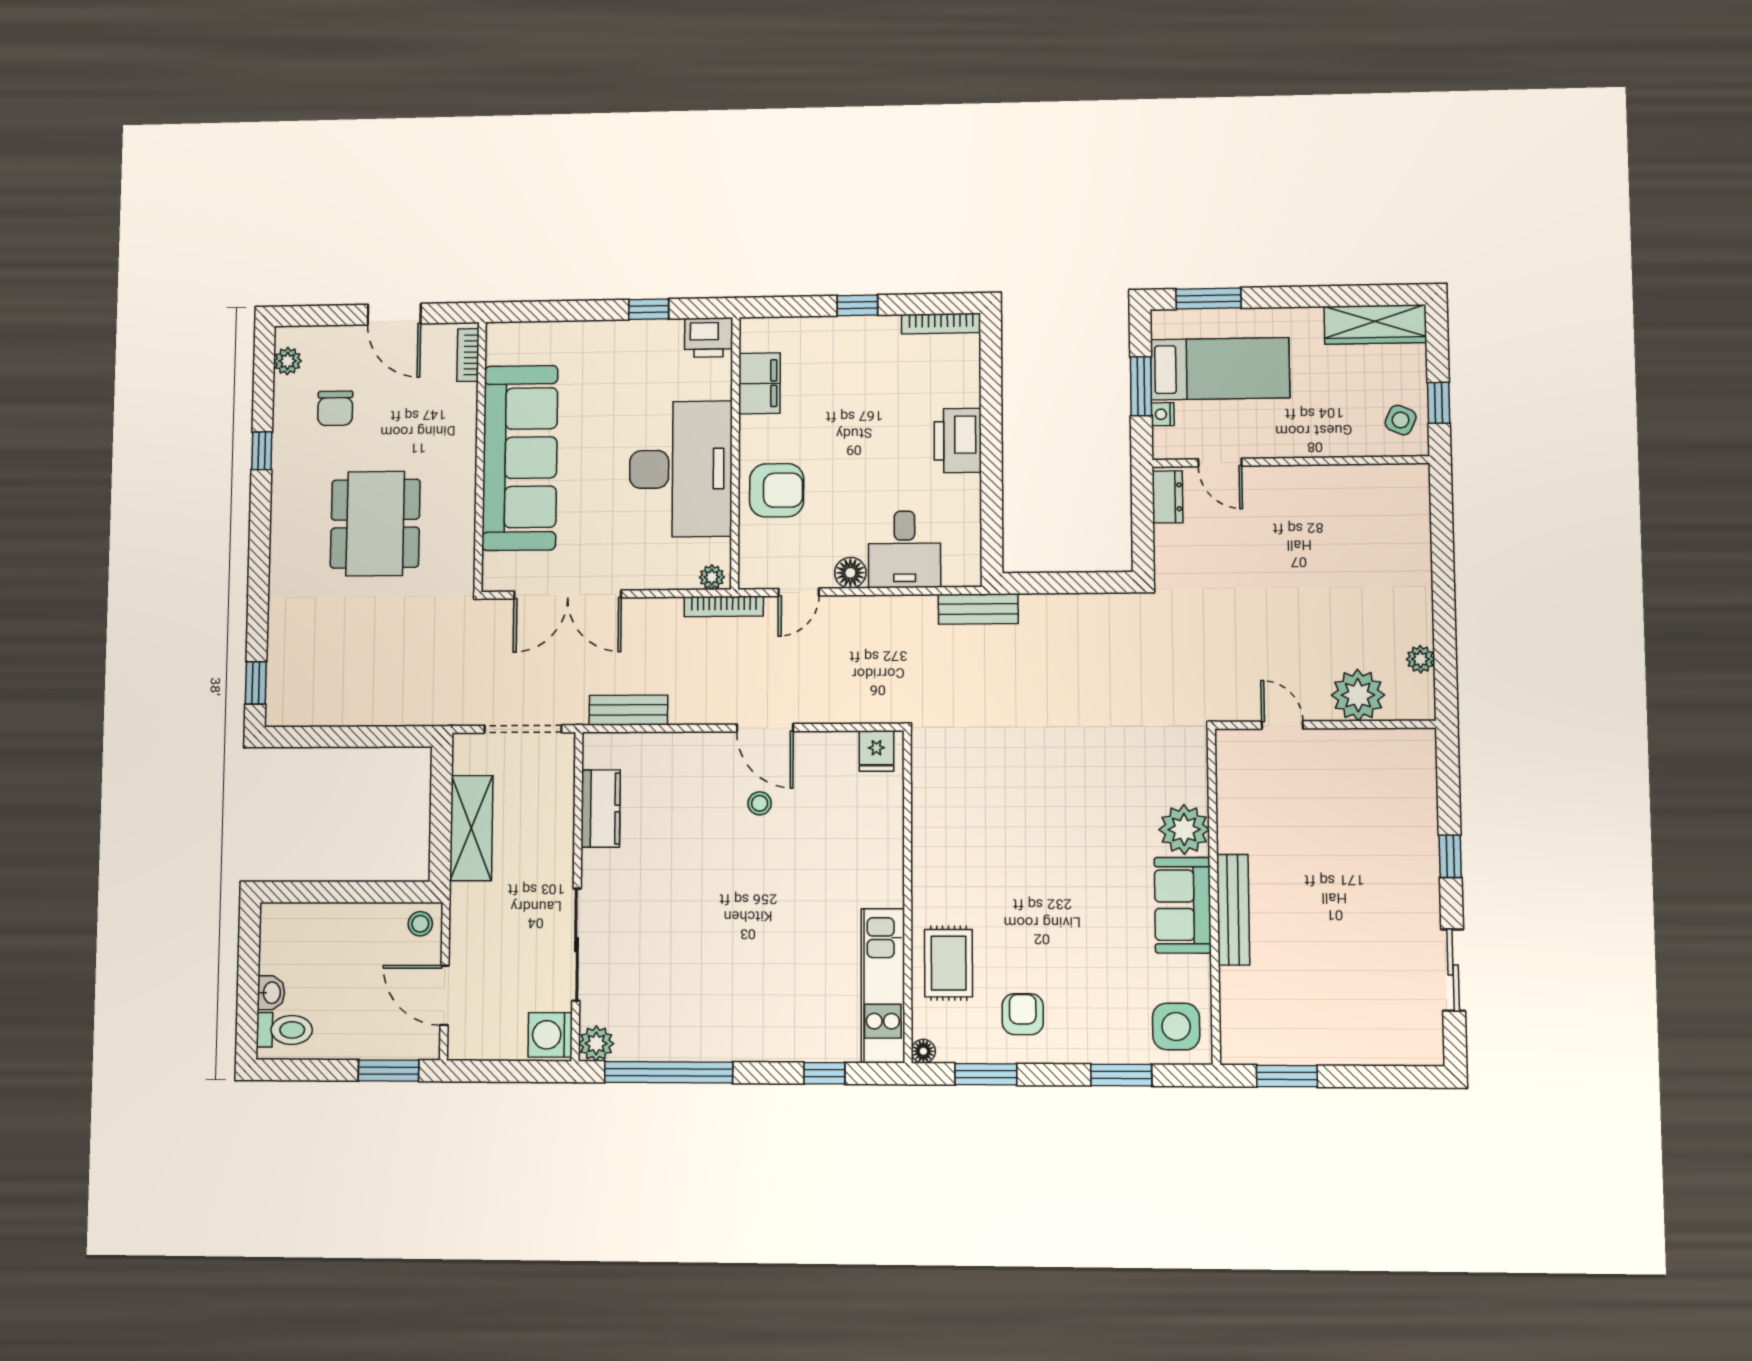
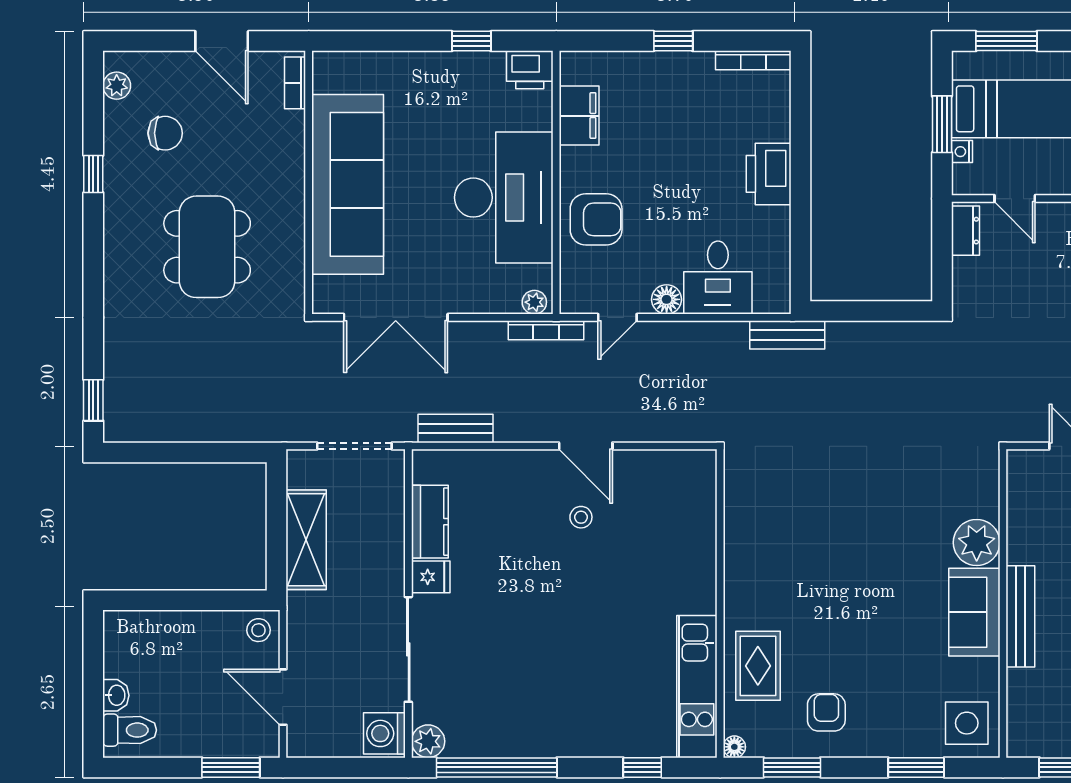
chair: (335, 408) -> (165, 133), turned -90
fridge: (876, 751) -> (431, 577), moved, turned -90

